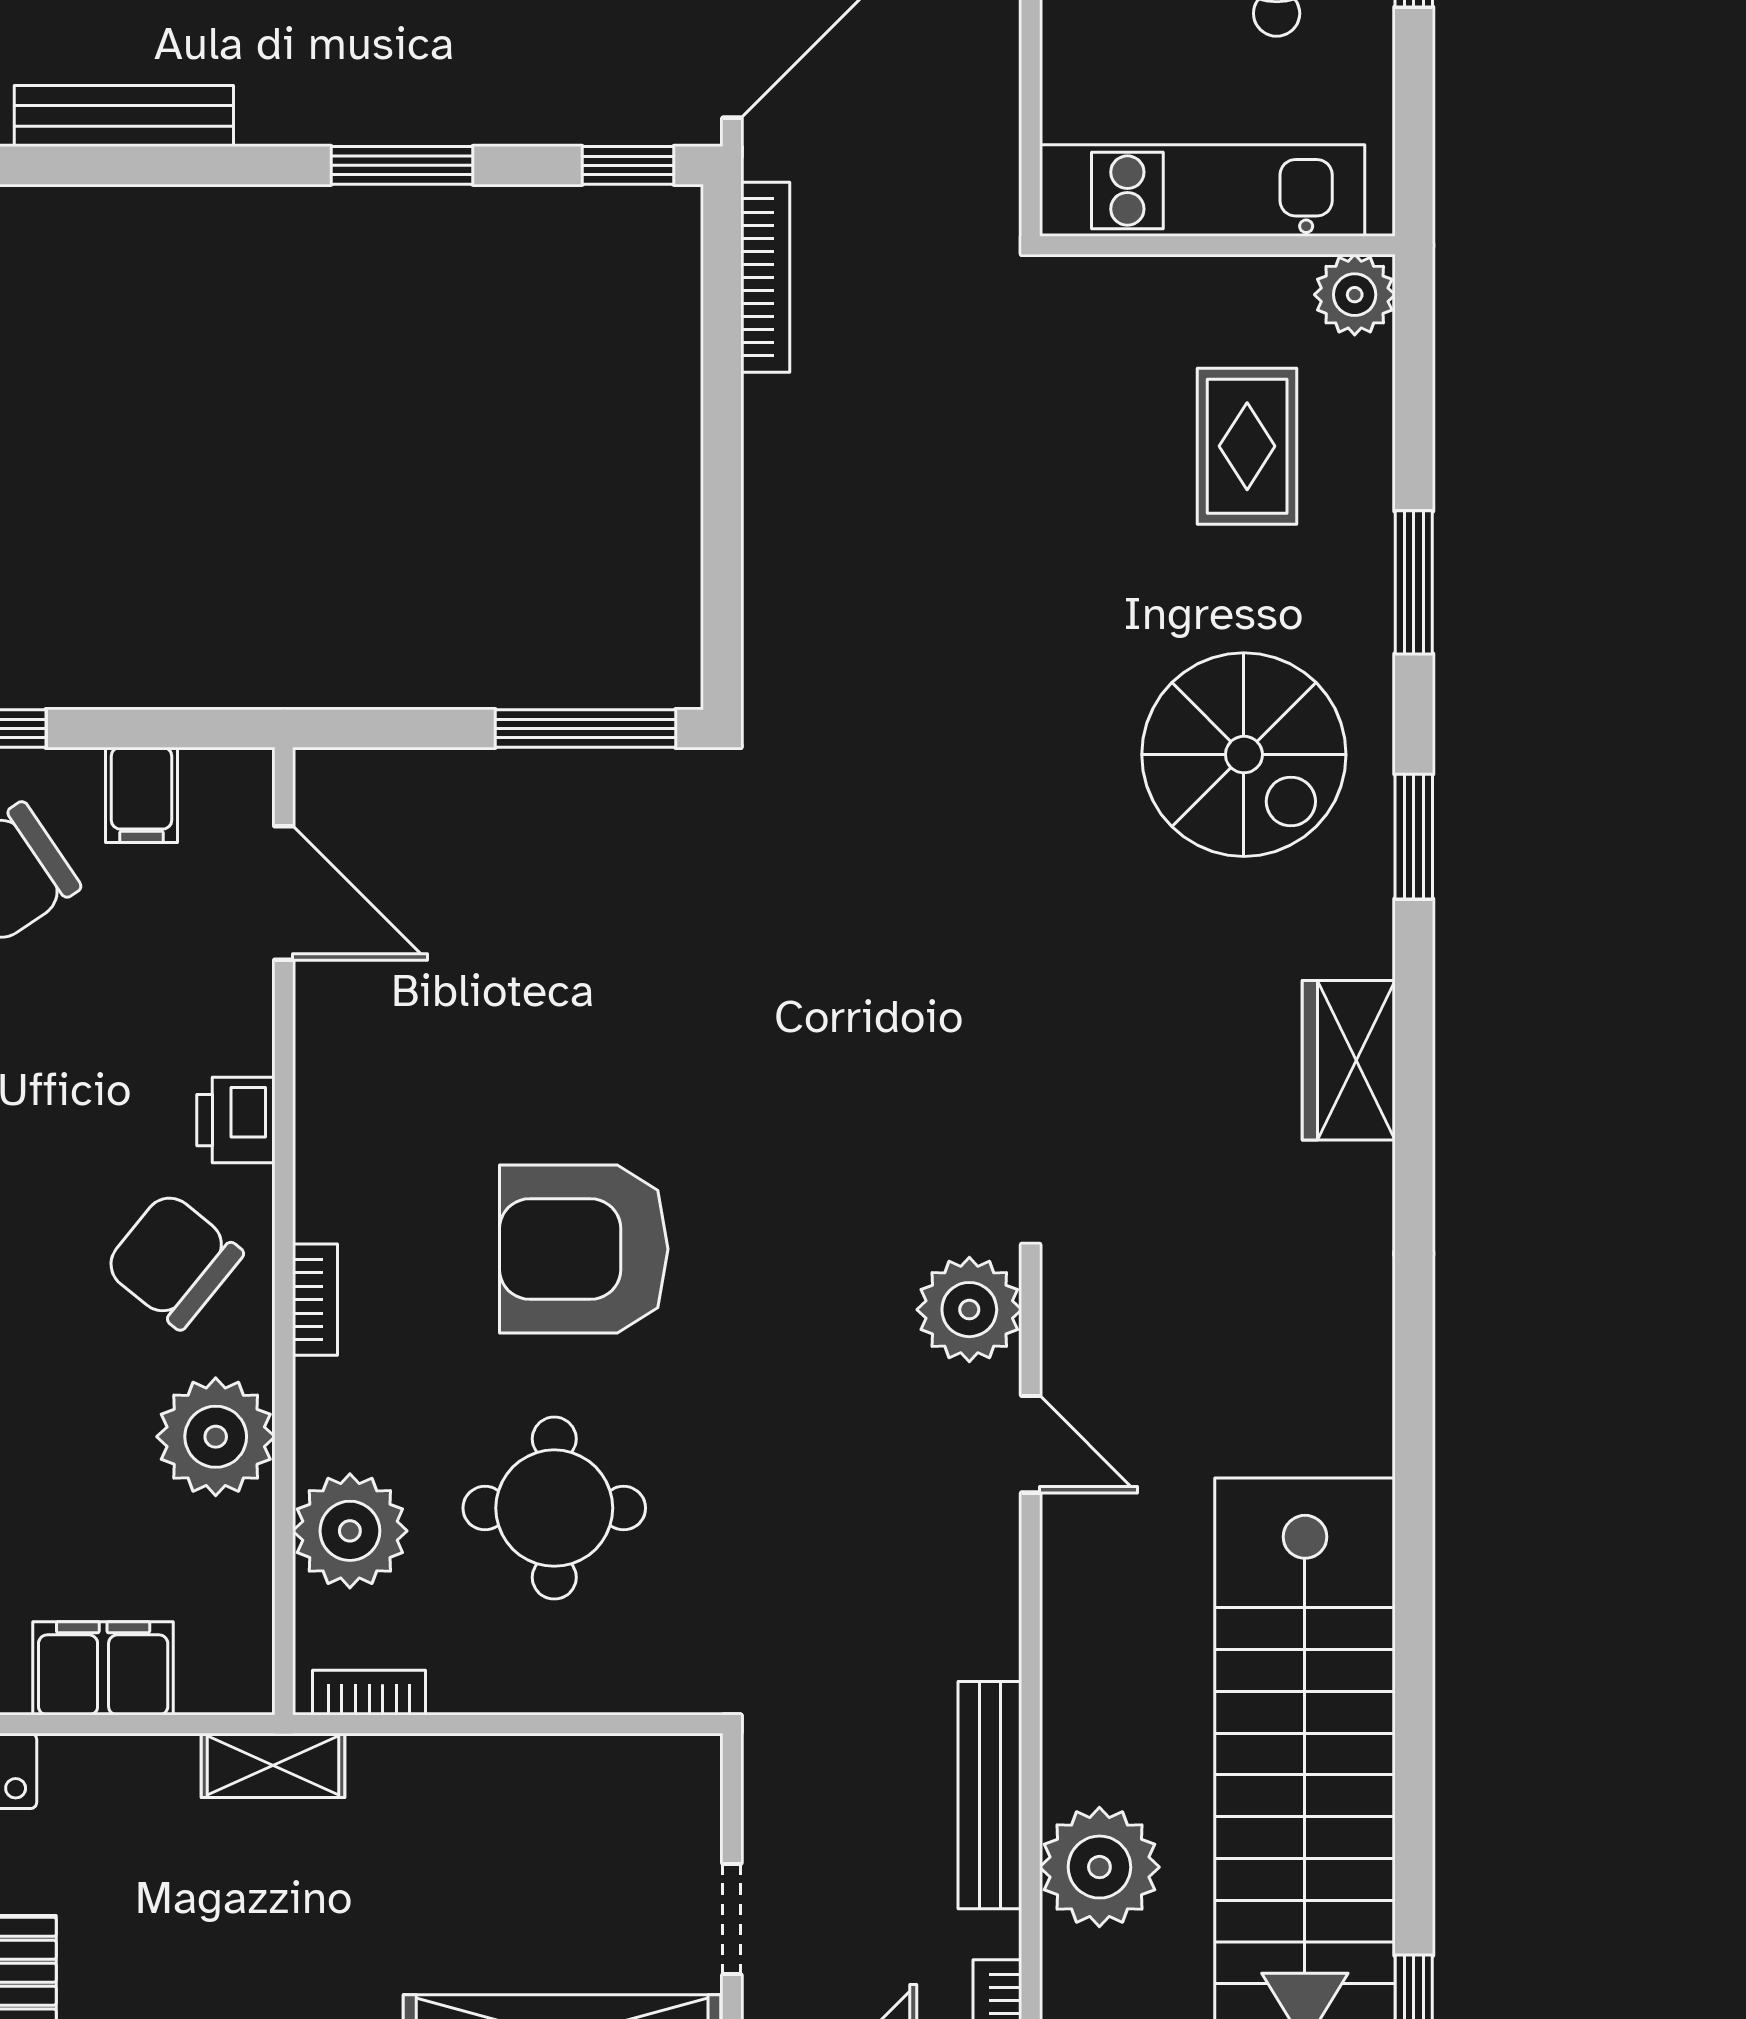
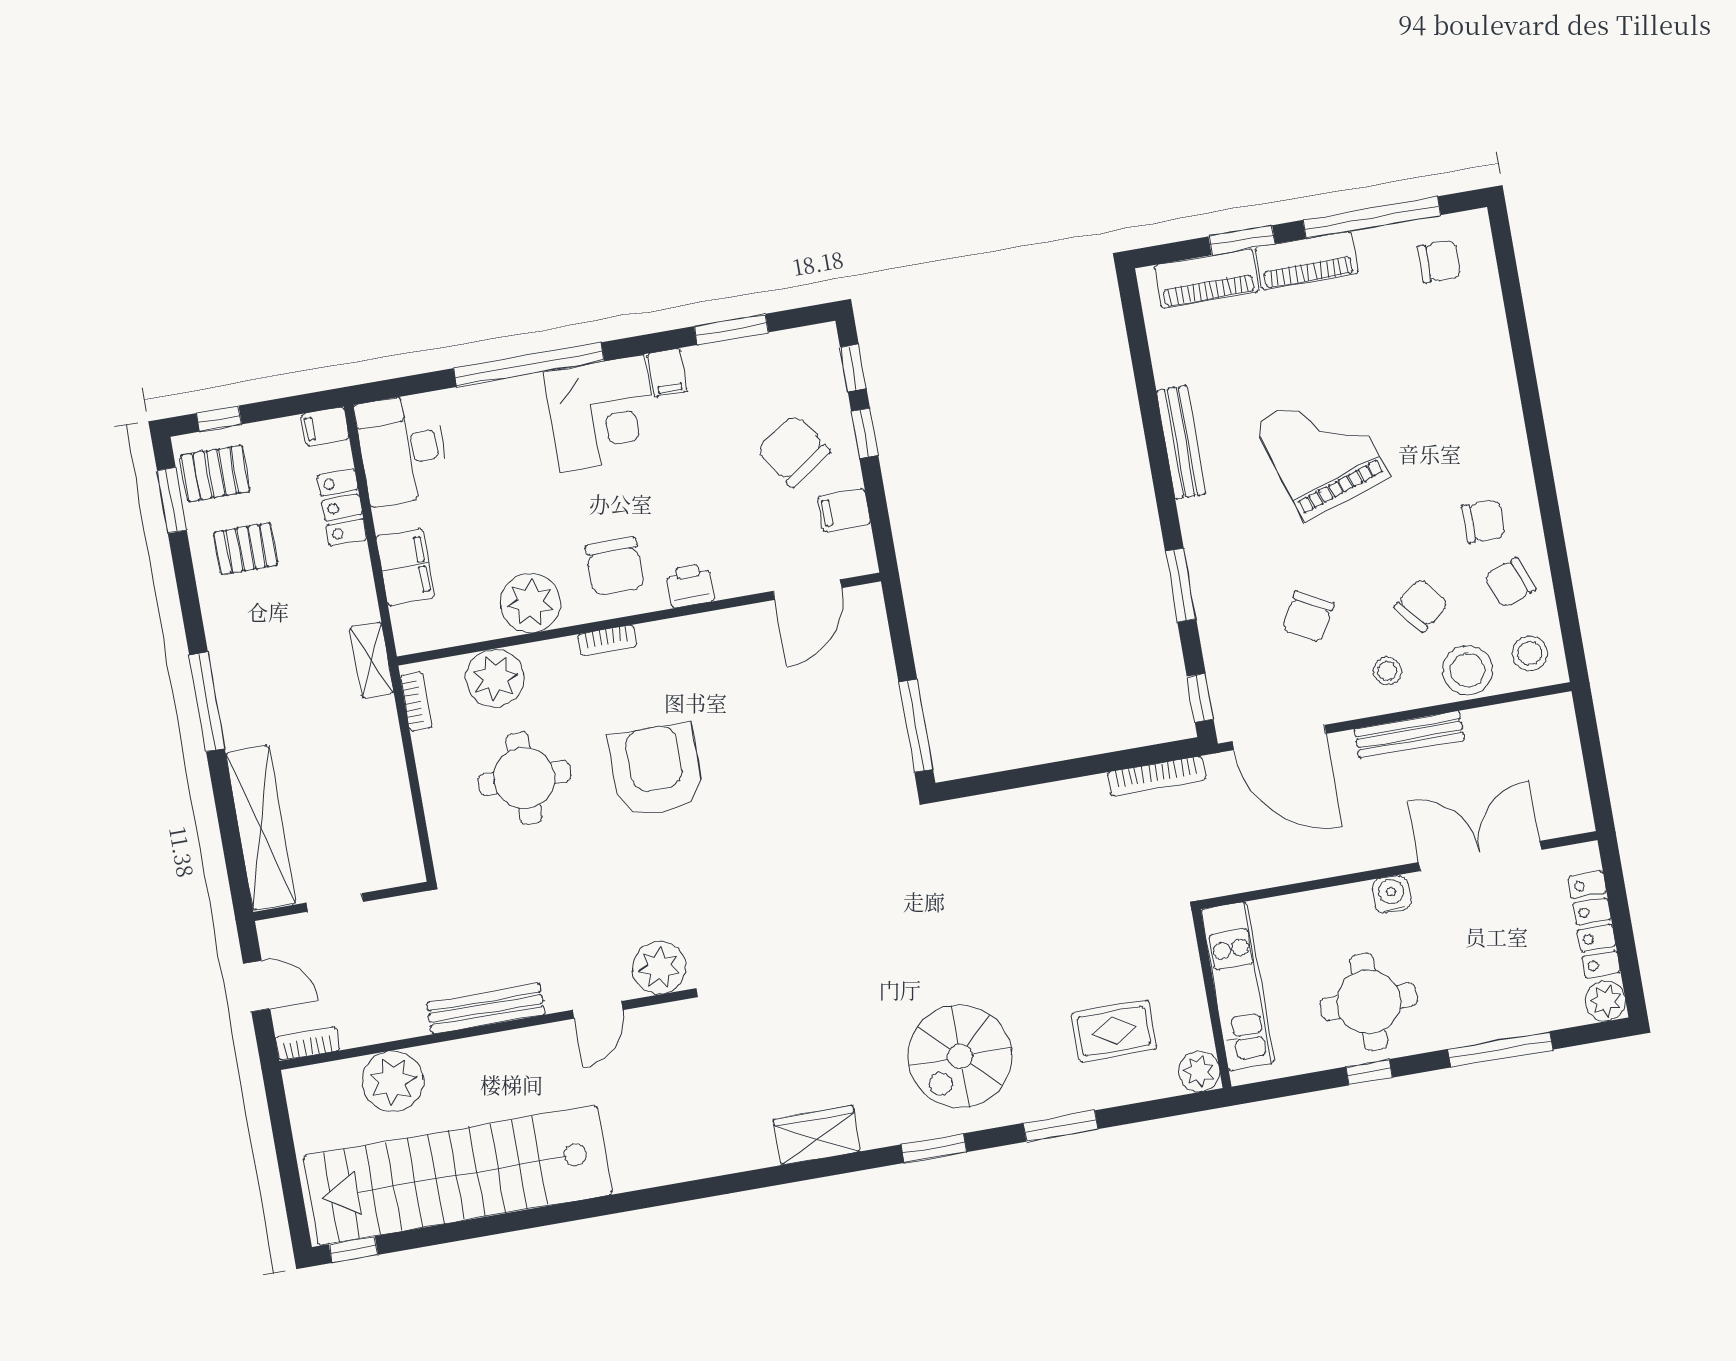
chair: (173, 1260) -> (615, 567), turned 141
bench: (990, 1795) -> (486, 1009), moved

